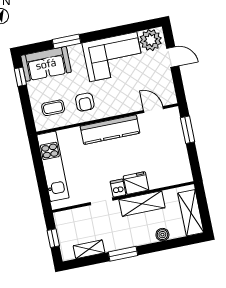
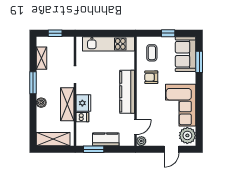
window: (67, 41) -> (199, 62), moved
window: (20, 77) -> (168, 33), moved
plant: (170, 98) -> (141, 141), added
window: (188, 130) -> (94, 149), moved
kitchen counter: (177, 145) -> (106, 139), added
dishwasher: (118, 188) -> (82, 117), moved
boiler: (162, 235) -> (41, 103), moved

